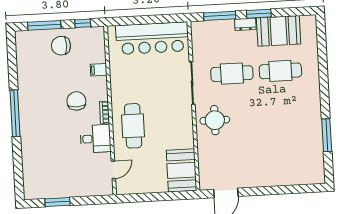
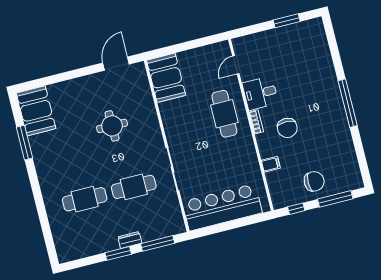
booth: (279, 31) -> (36, 111), moved, turned 90
round table: (215, 120) -> (112, 126), moved

